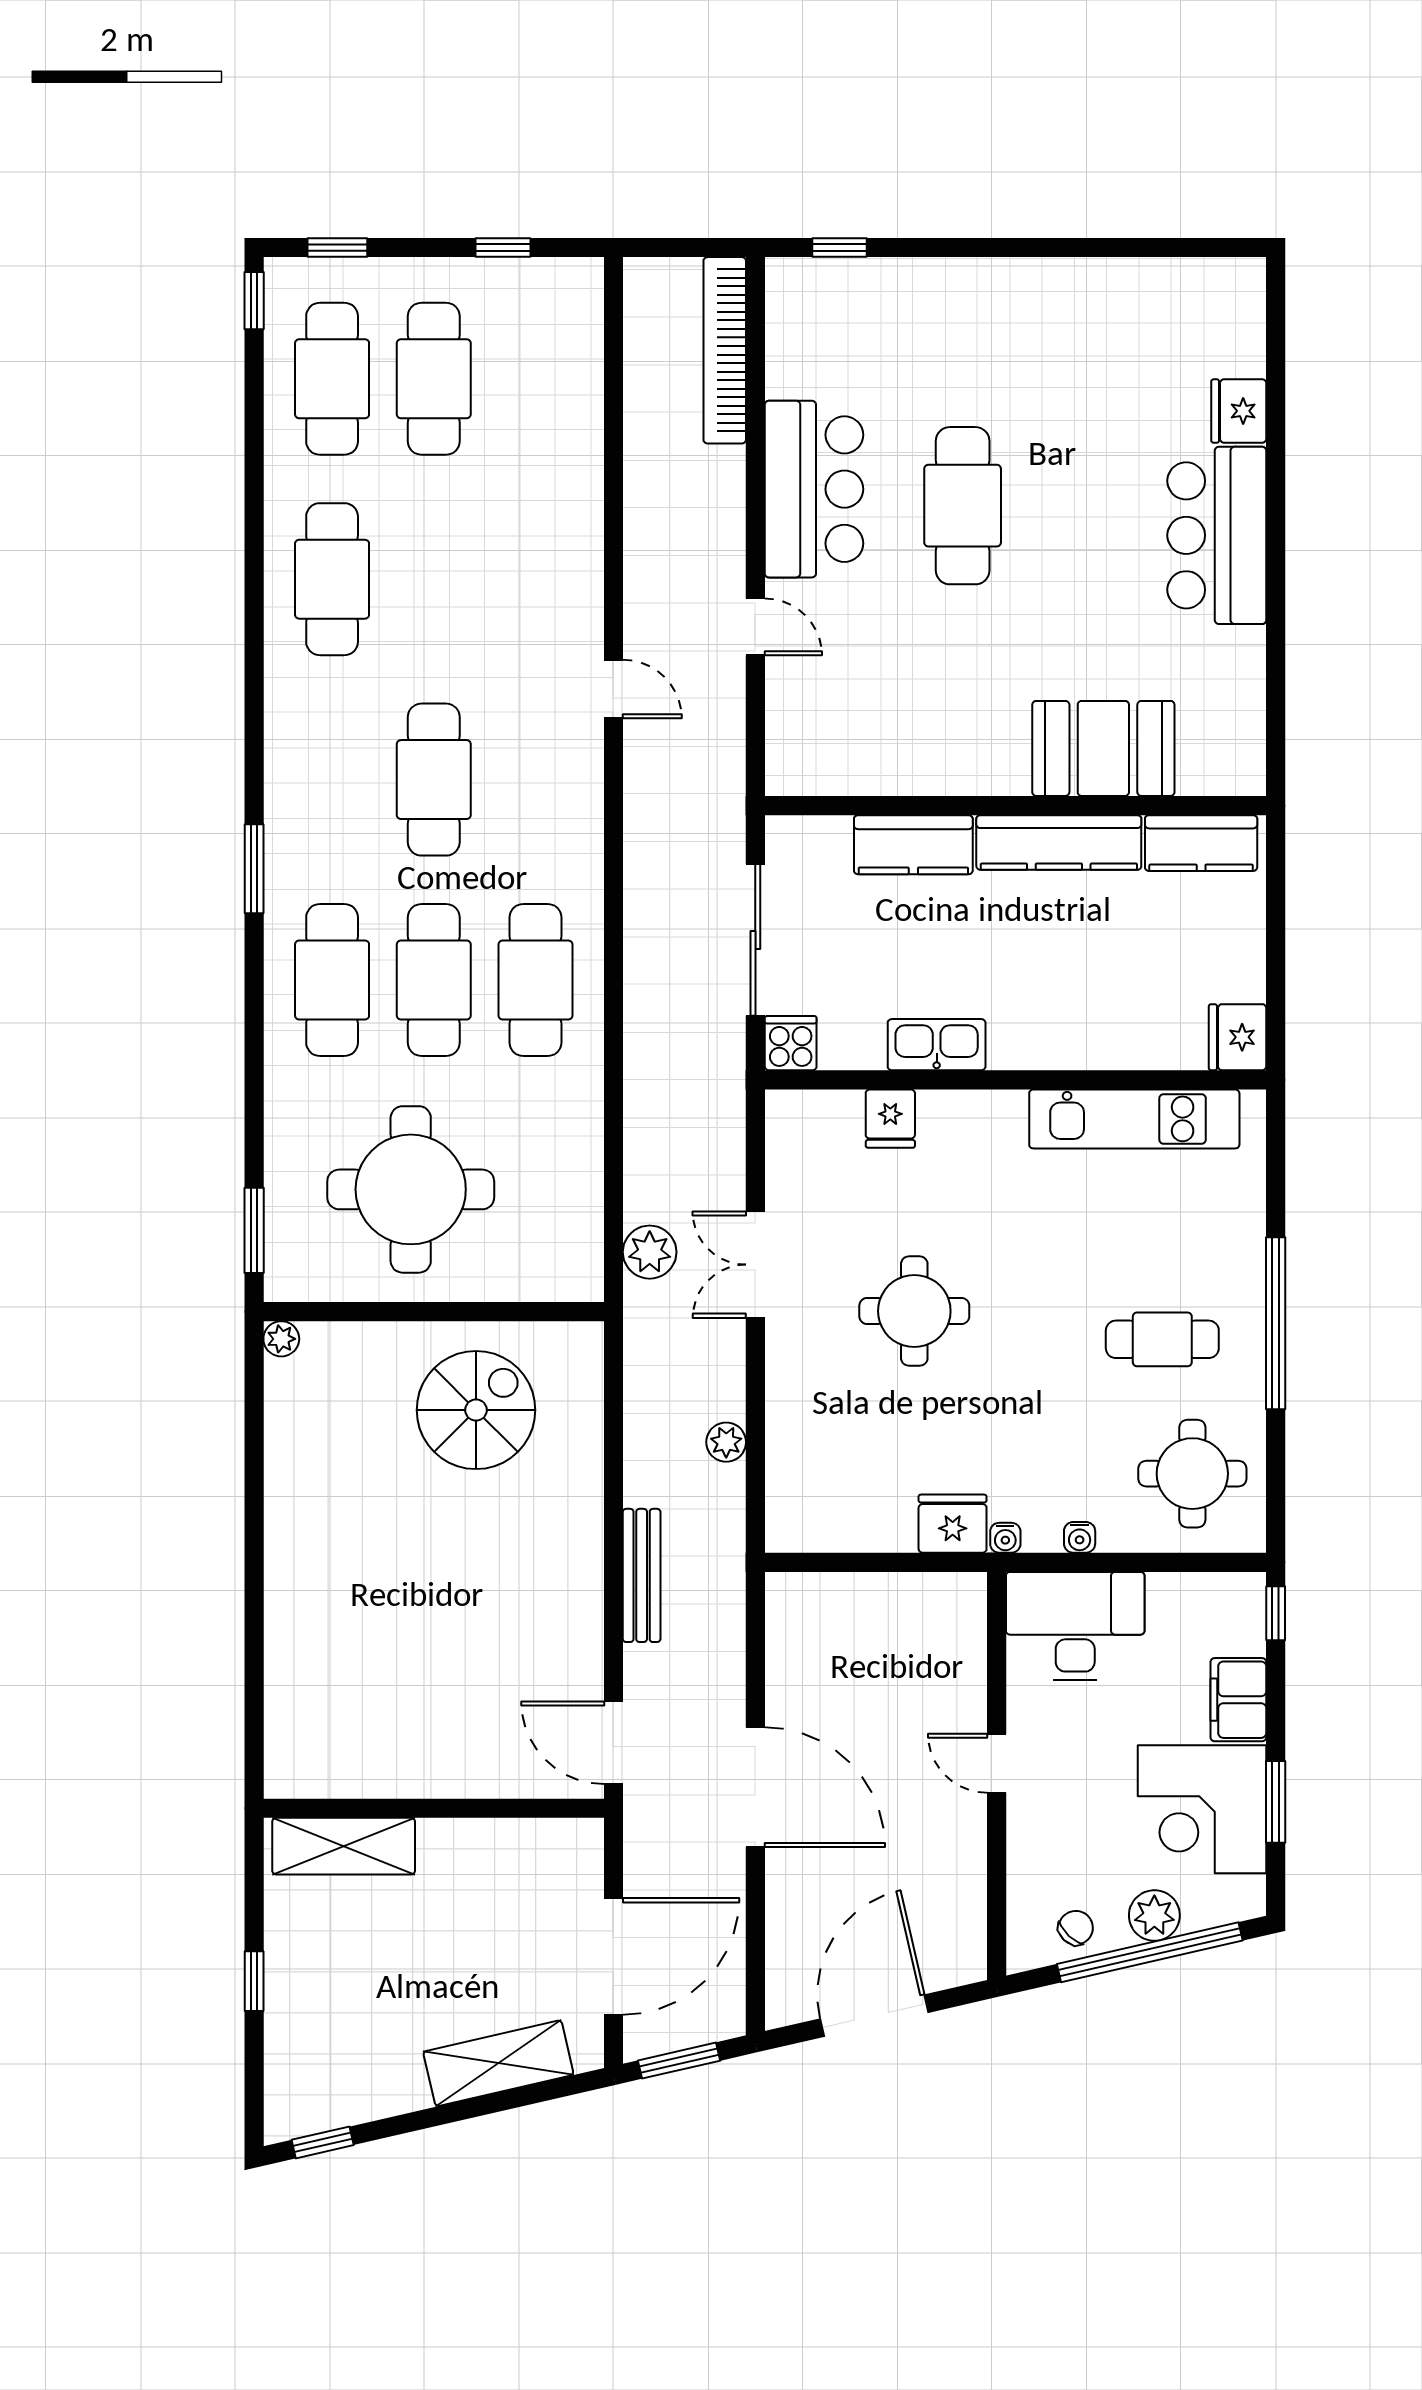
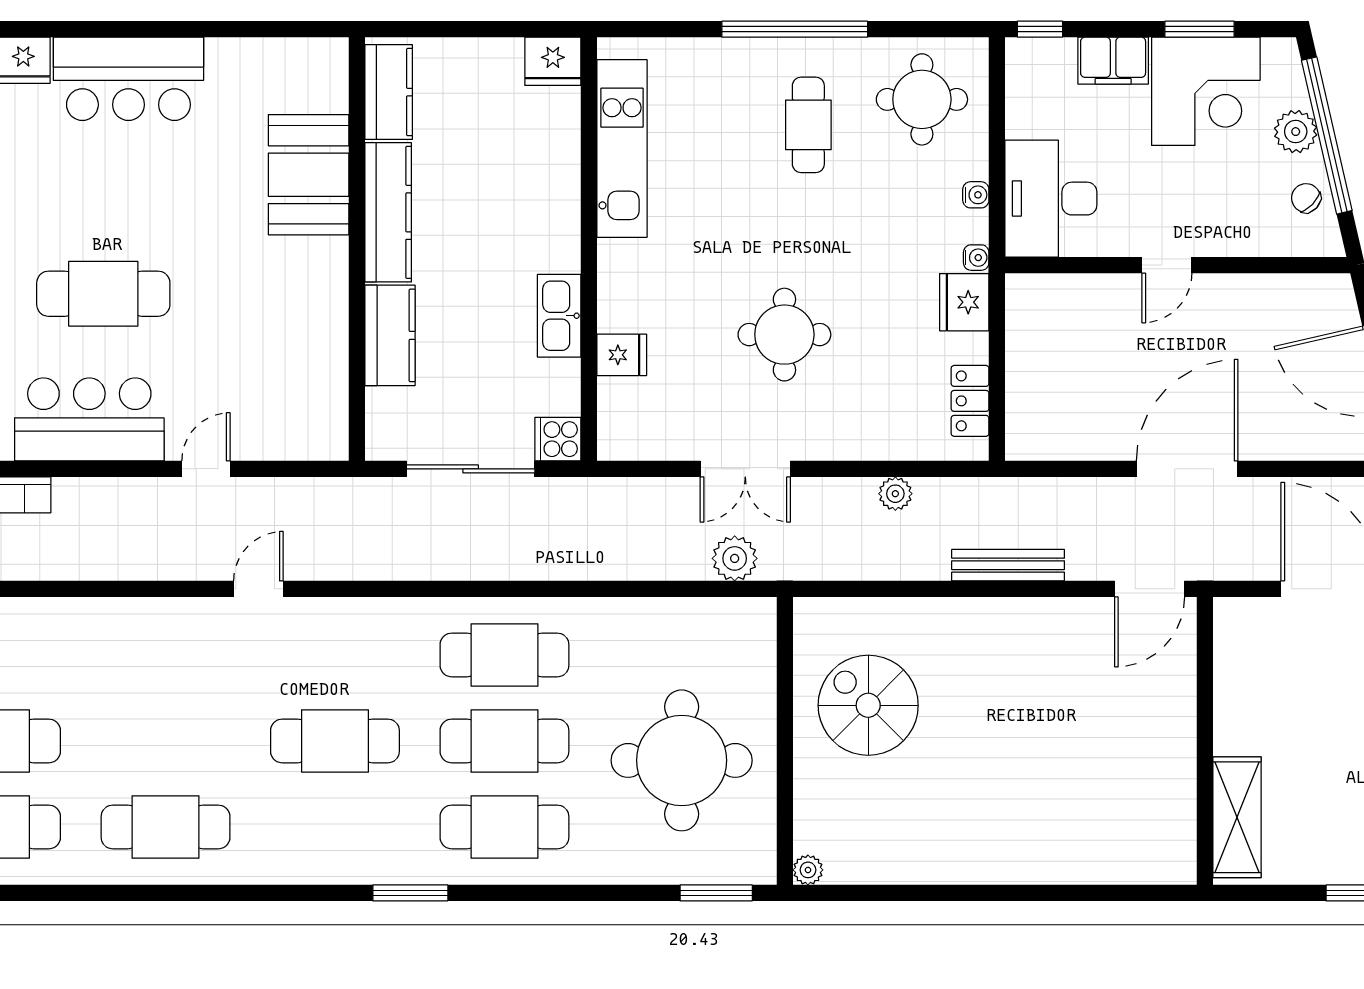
locker: (836, 1530) -> (970, 401), added

